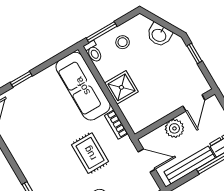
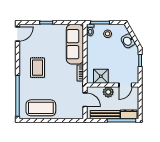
shower: (121, 87) -> (101, 76), moved
rug: (90, 153) -> (38, 68), moved

